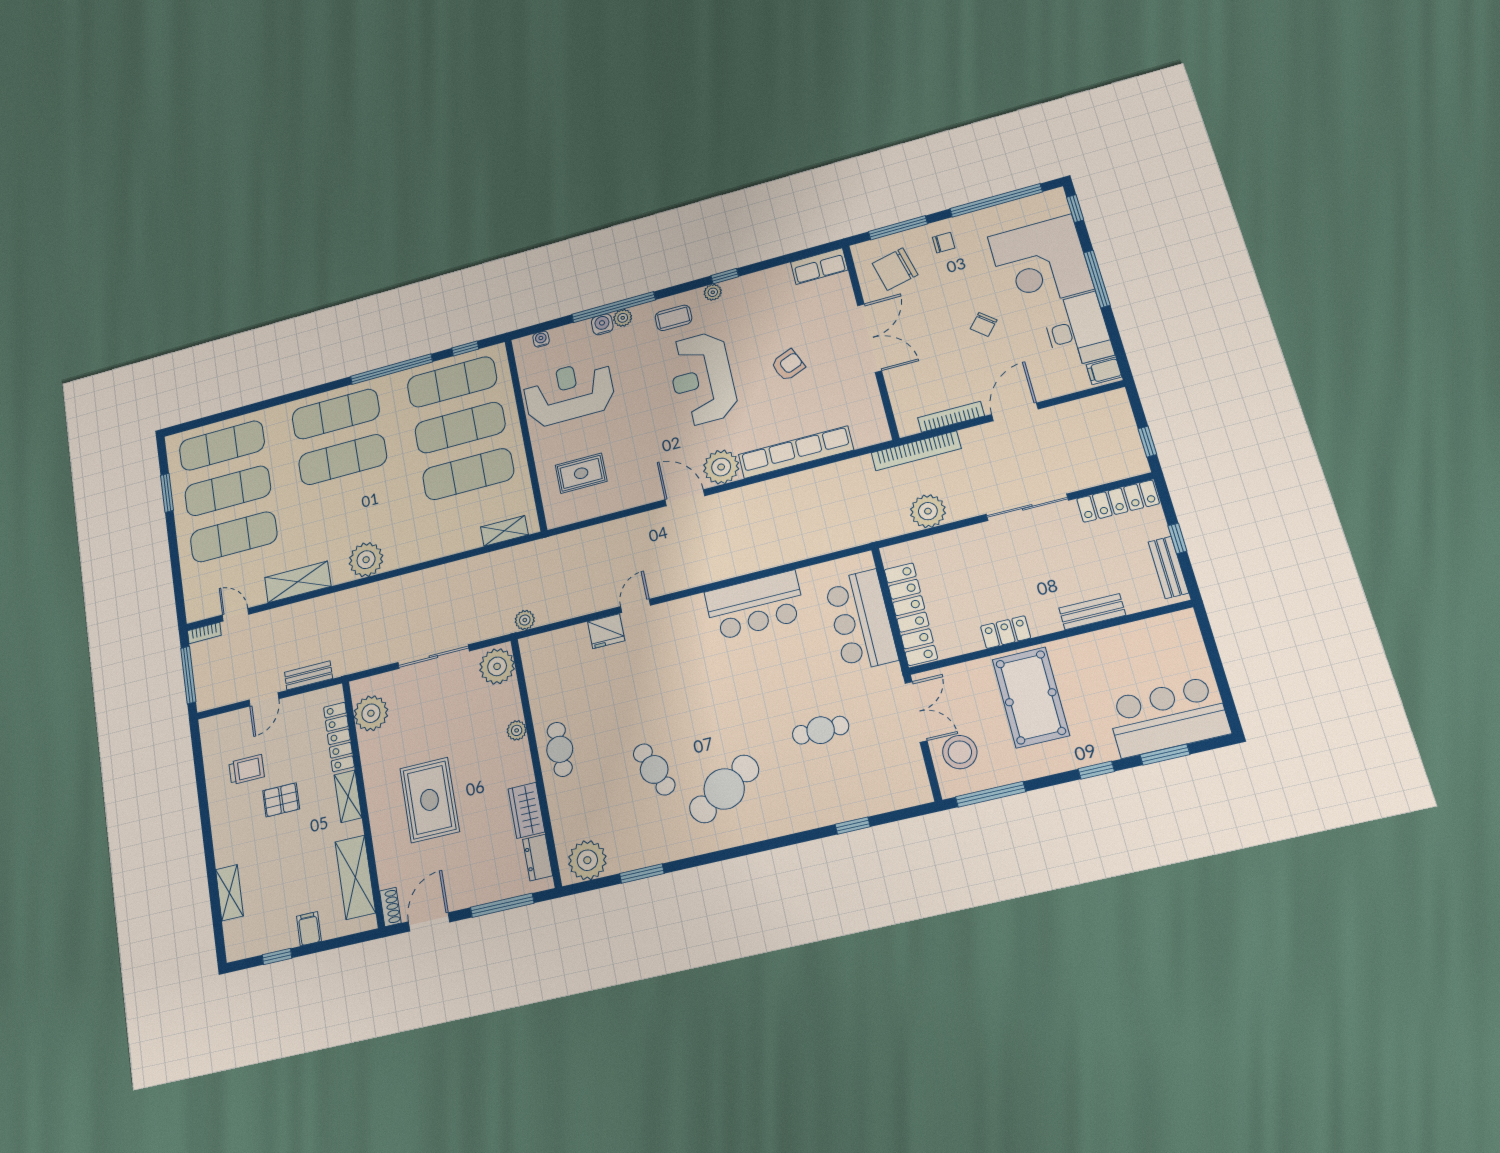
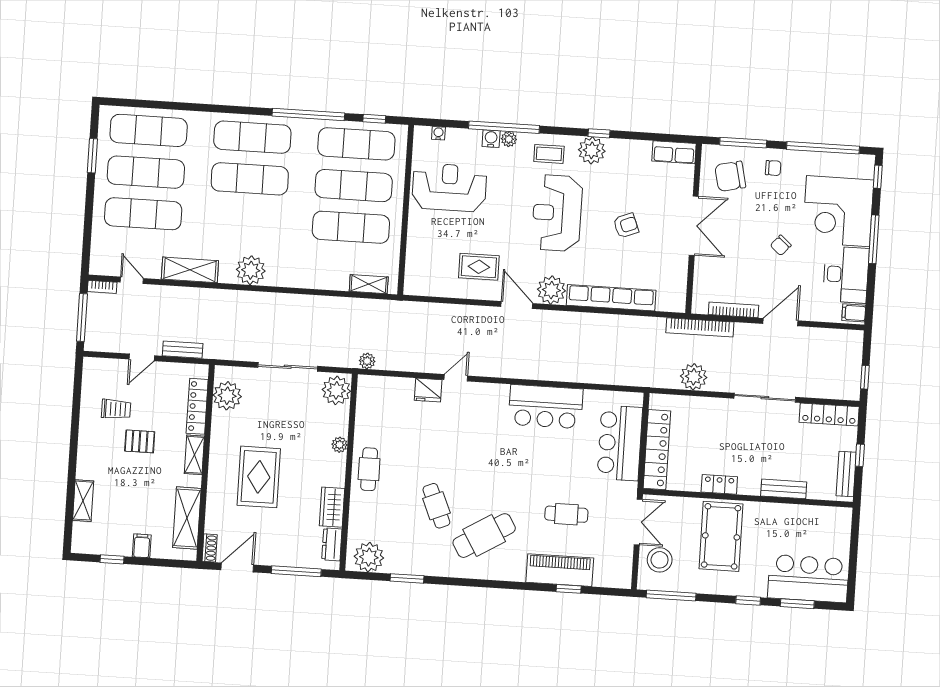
plant: (713, 292) -> (592, 150), width x1.88, depth x1.88
rug: (581, 473) -> (479, 267), moved
piano: (834, 804) -> (560, 570), added

